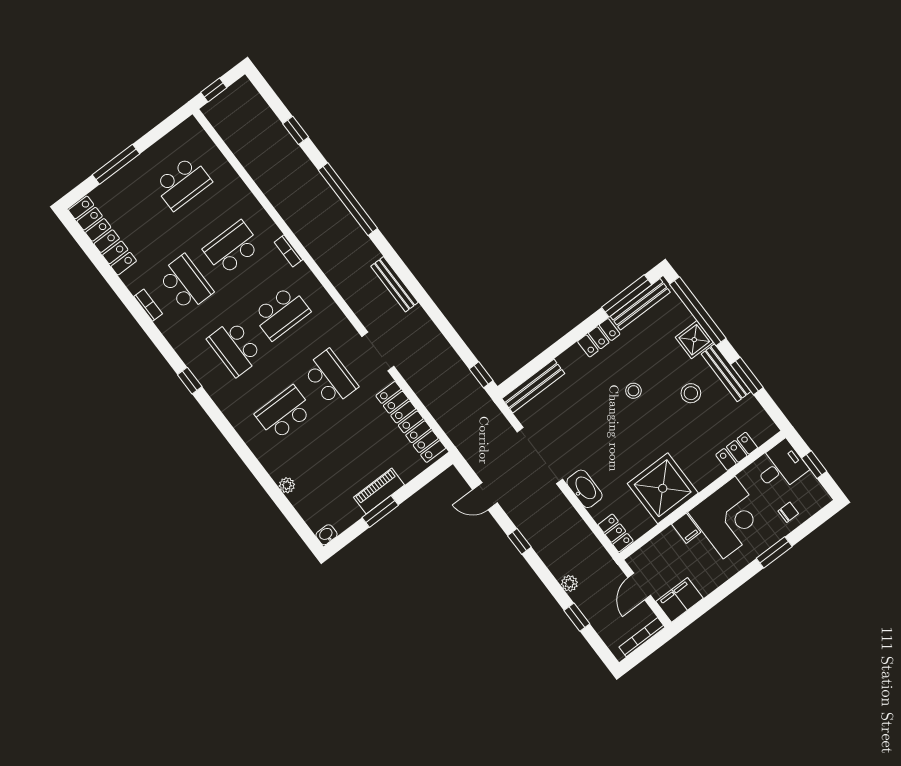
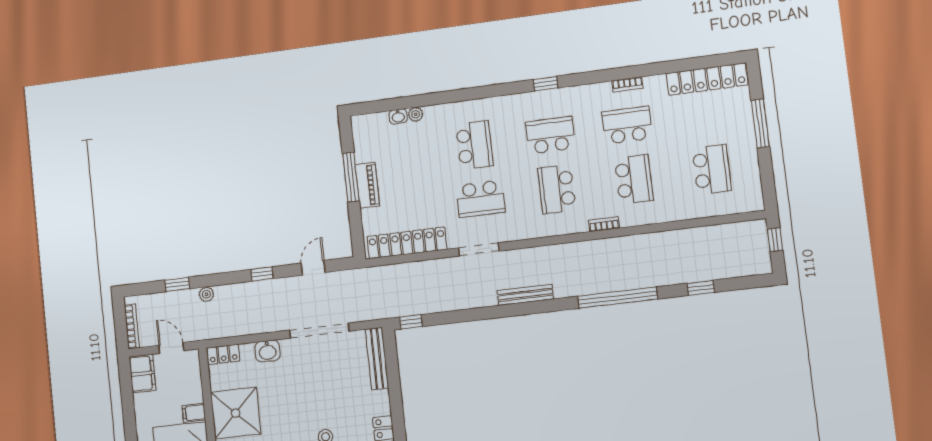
school desk: (183, 183) -> (712, 170), turned 180
school desk: (186, 283) -> (627, 125), turned 180
washbasin: (584, 489) -> (267, 351), width x0.72
window: (380, 511) -> (351, 177), width x1.44
washbasin: (326, 535) -> (398, 116), moved, turned 90

